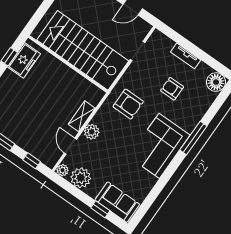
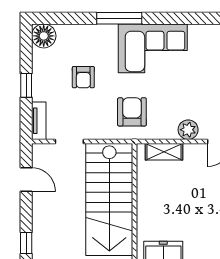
window: (192, 49) -> (26, 85), added
tv unit: (186, 56) -> (39, 121), moved
shelving: (82, 116) -> (164, 152), moved

